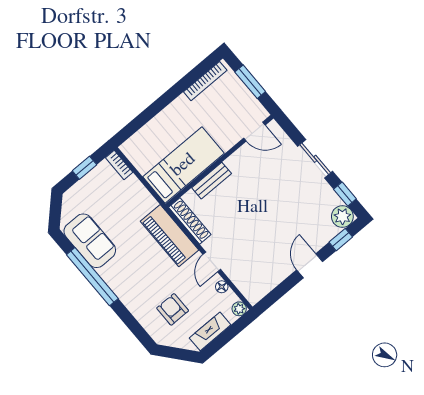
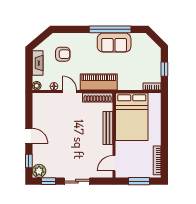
bed: (183, 165) -> (132, 117), width x1.50
bench: (212, 181) -> (108, 128), width x1.36
sofa: (90, 241) -> (114, 43), moved

